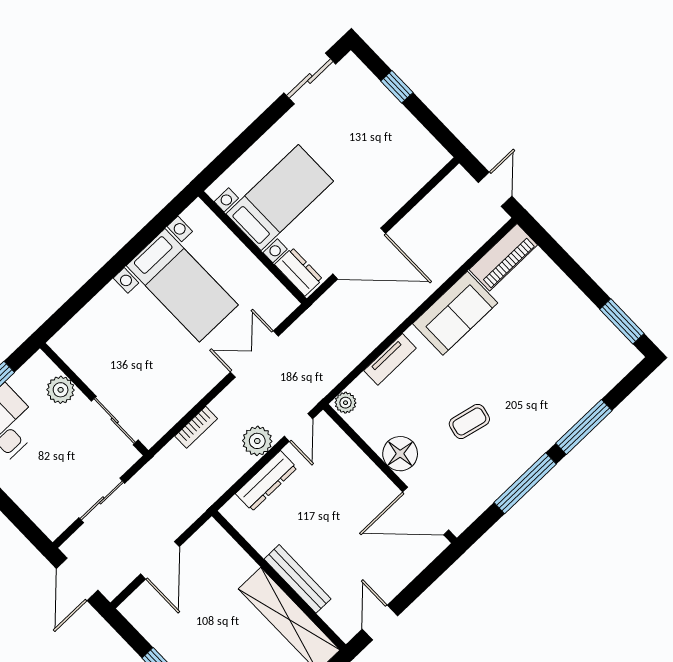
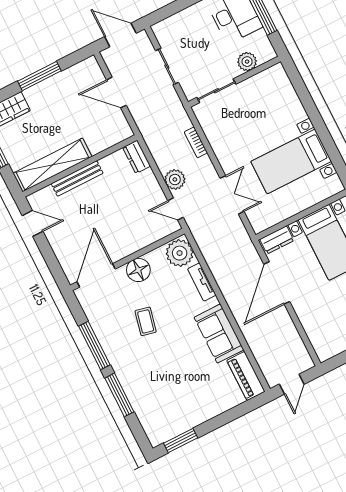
door: (495, 189) -> (292, 384), hinge flipped
plant: (345, 403) -> (180, 253), width x1.88, depth x1.88
dresser: (266, 481) -> (137, 157), moved, width x0.70

